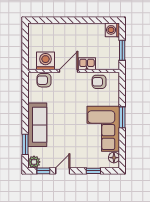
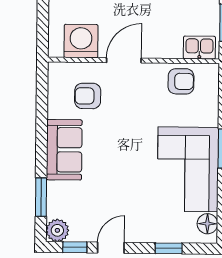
kitchen sink: (87, 64) -> (199, 48), moved
armchair: (44, 80) -> (88, 96), moved
armchair: (99, 82) -> (181, 81), turned 180
sofa: (37, 125) -> (64, 150), width x0.73

